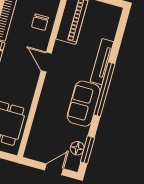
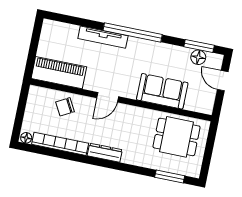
chair: (40, 22) -> (65, 107), turned 151
sofa: (84, 104) -> (162, 91), moved, turned 180

